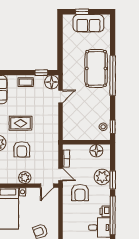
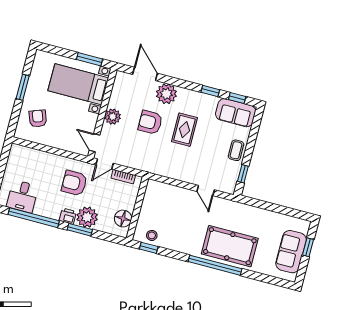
floor lamp: (52, 82) -> (227, 184), removed
printer: (105, 211) -> (68, 216), moved

